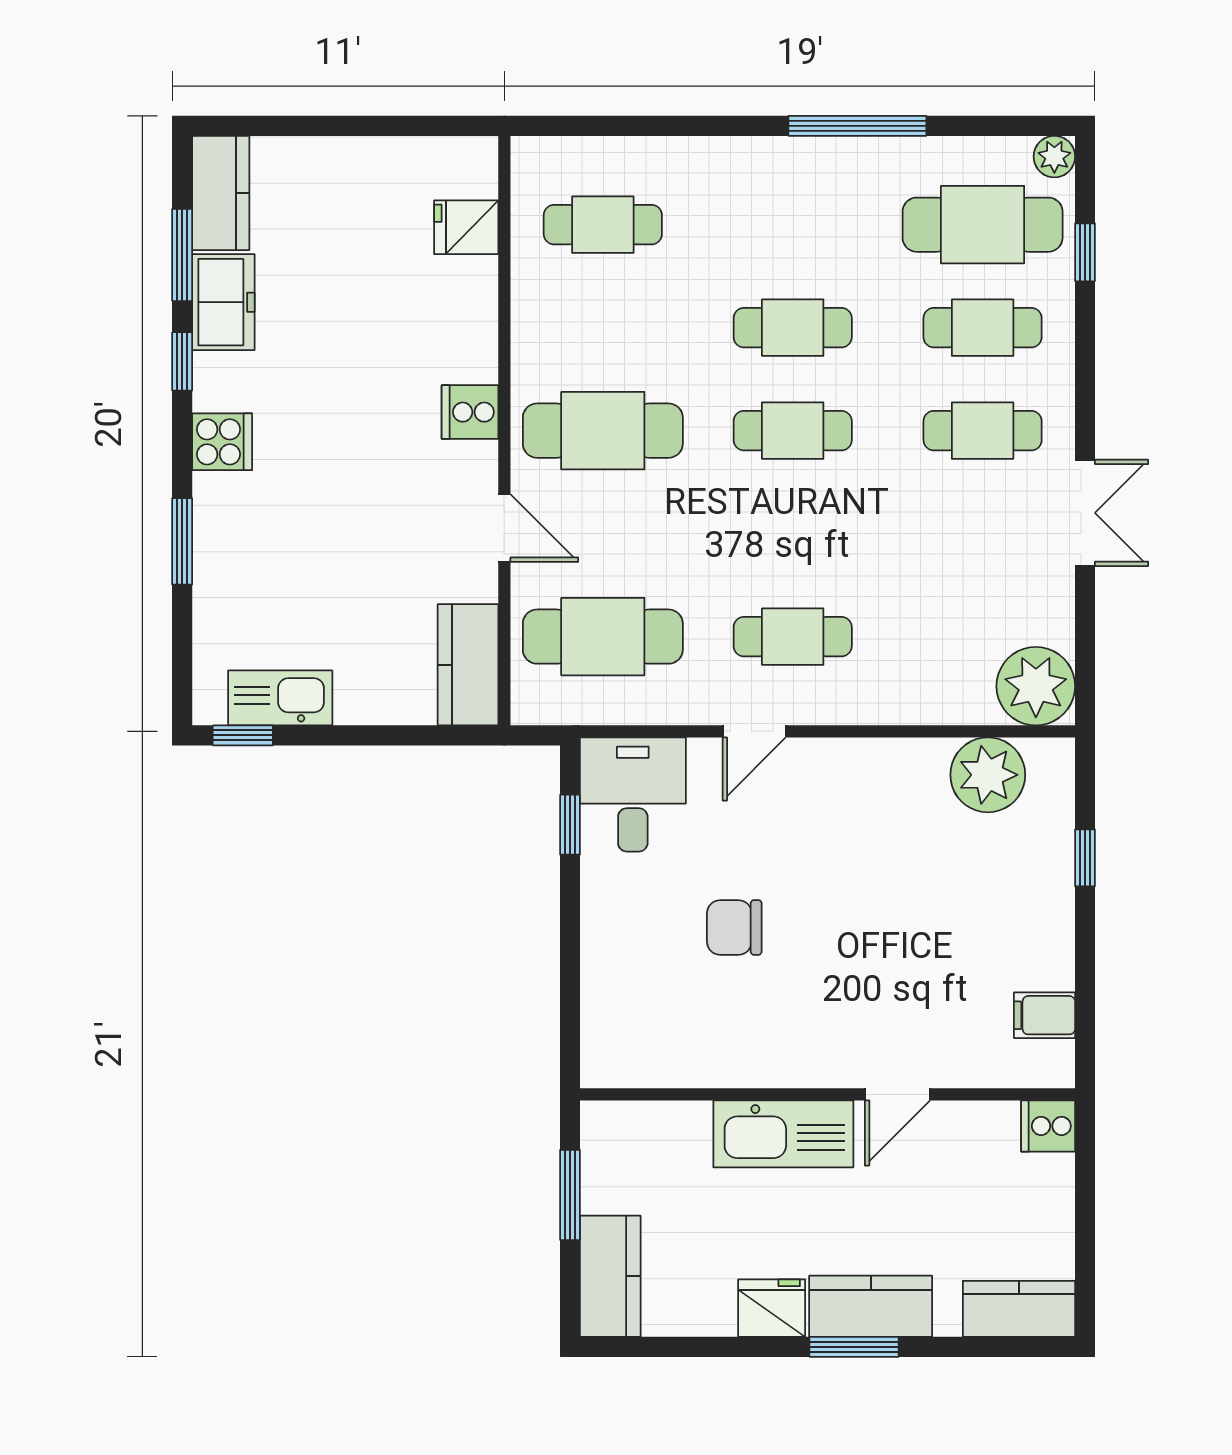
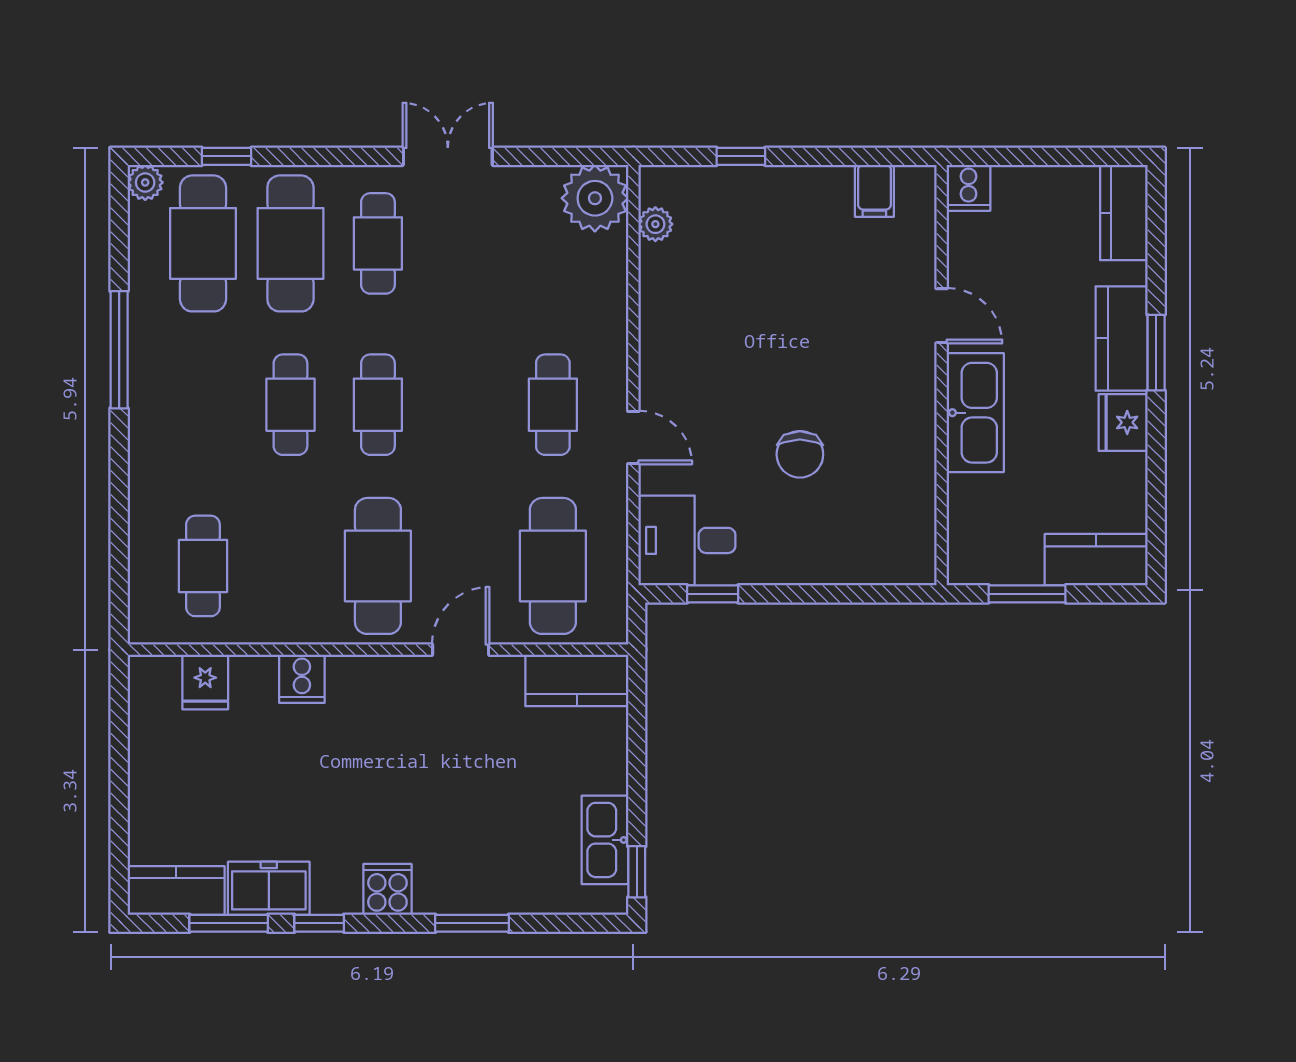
cafe table: (983, 328) -> (290, 243), width x1.37, depth x1.35
cooker: (470, 412) -> (302, 679), moved
plant: (988, 775) -> (655, 224), width x0.53, depth x0.53

